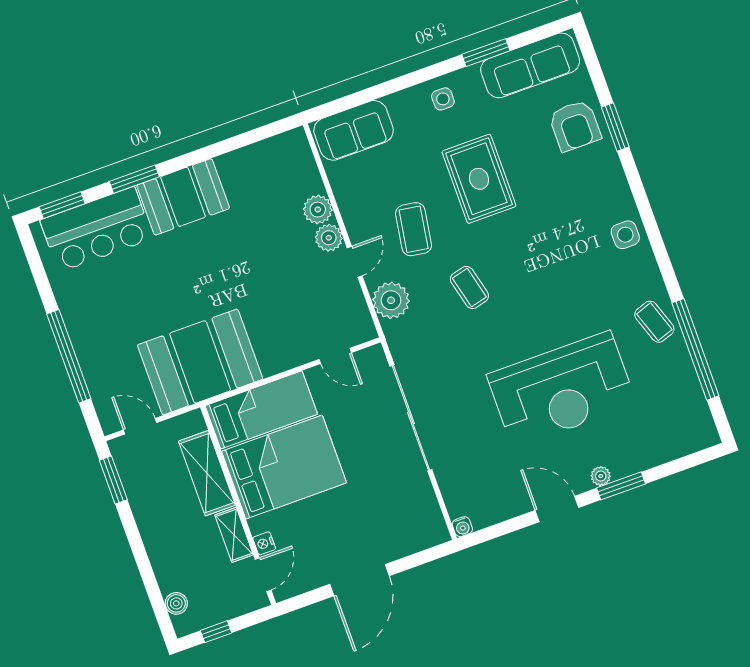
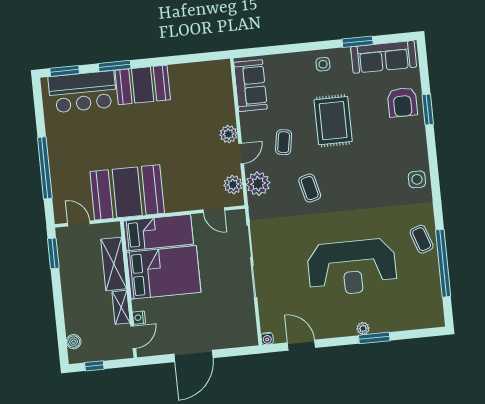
sofa: (354, 130) -> (250, 86), moved, turned -90
plant: (318, 210) -> (233, 185), moved
coffee table: (414, 229) -> (284, 142), width x0.73, depth x0.77
door: (557, 509) -> (301, 345), moved

